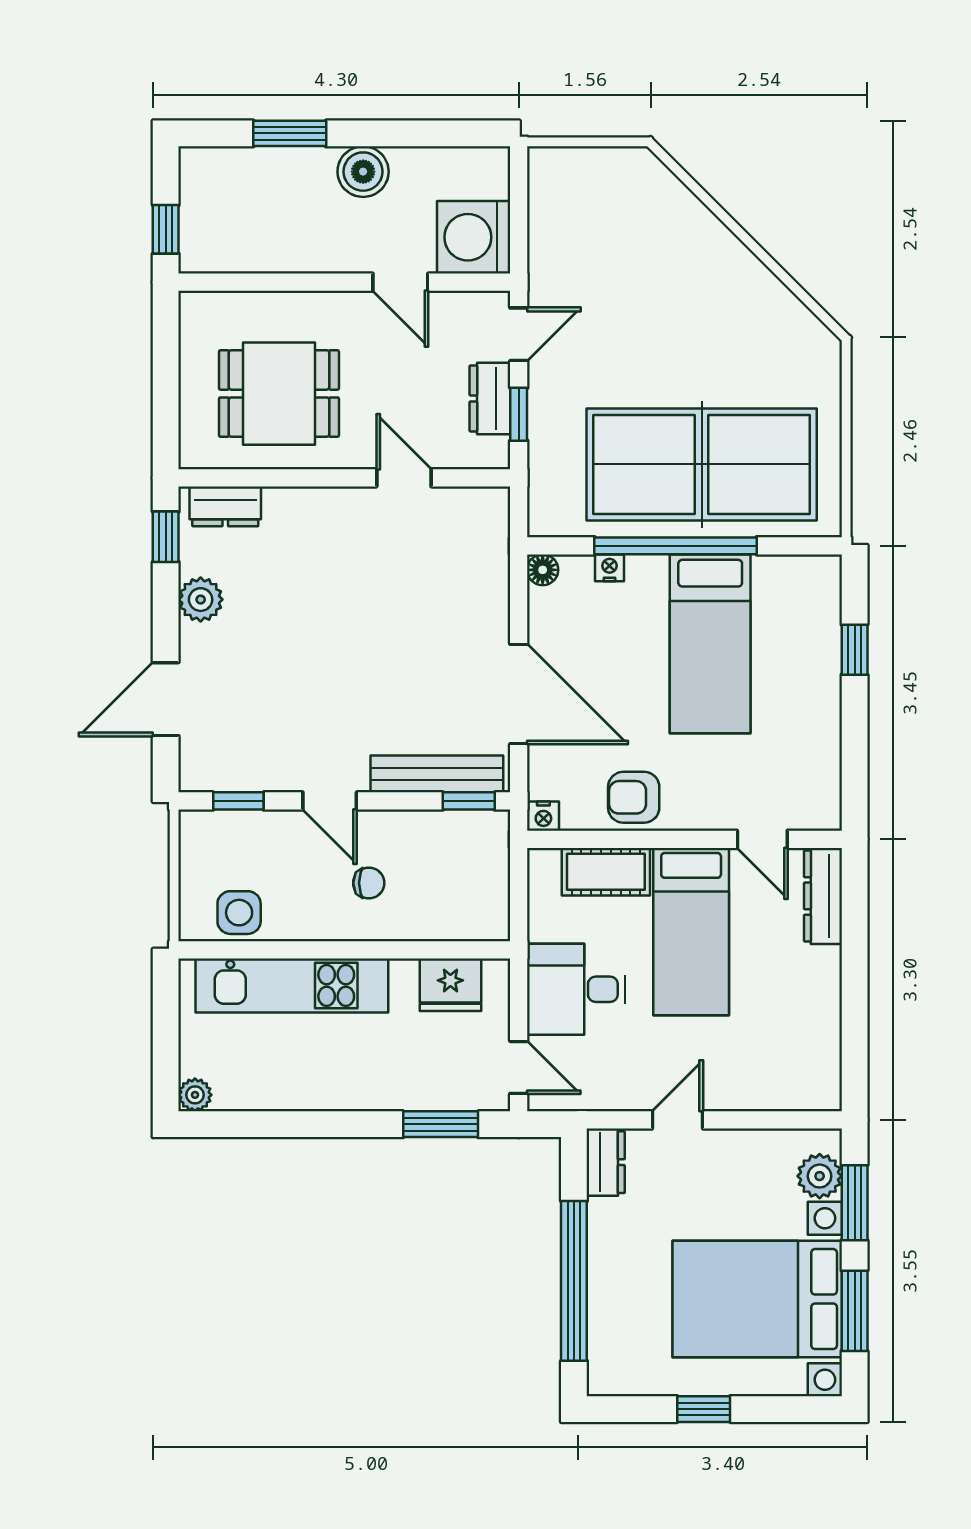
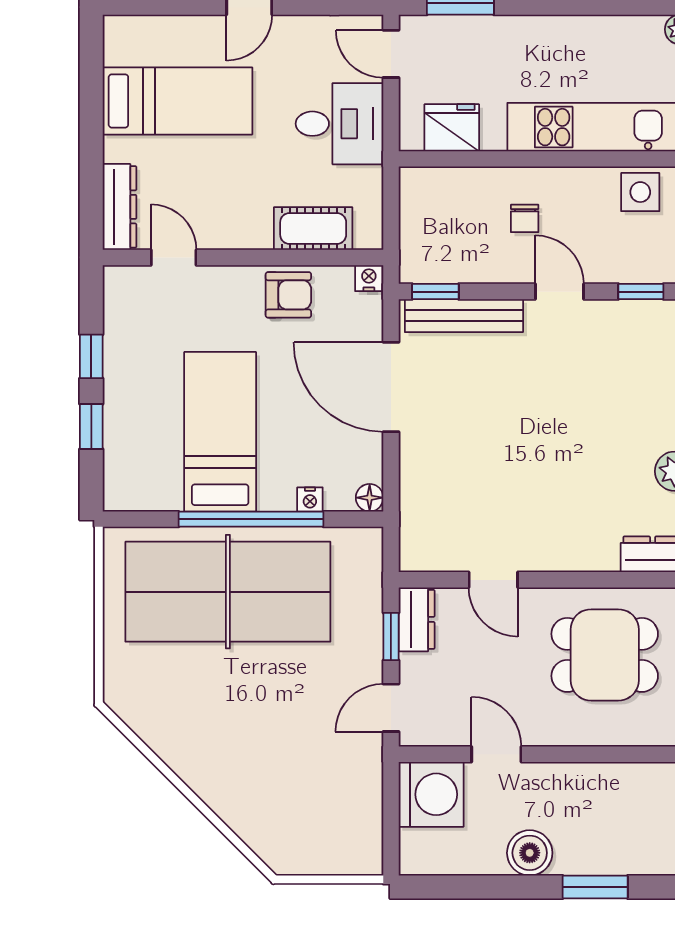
dresser: (490, 398) -> (417, 619), moved
window: (855, 728) -> (91, 356), added
chair: (369, 883) -> (525, 218), turned -90
bed: (691, 932) -> (177, 101), moved, turned 90

